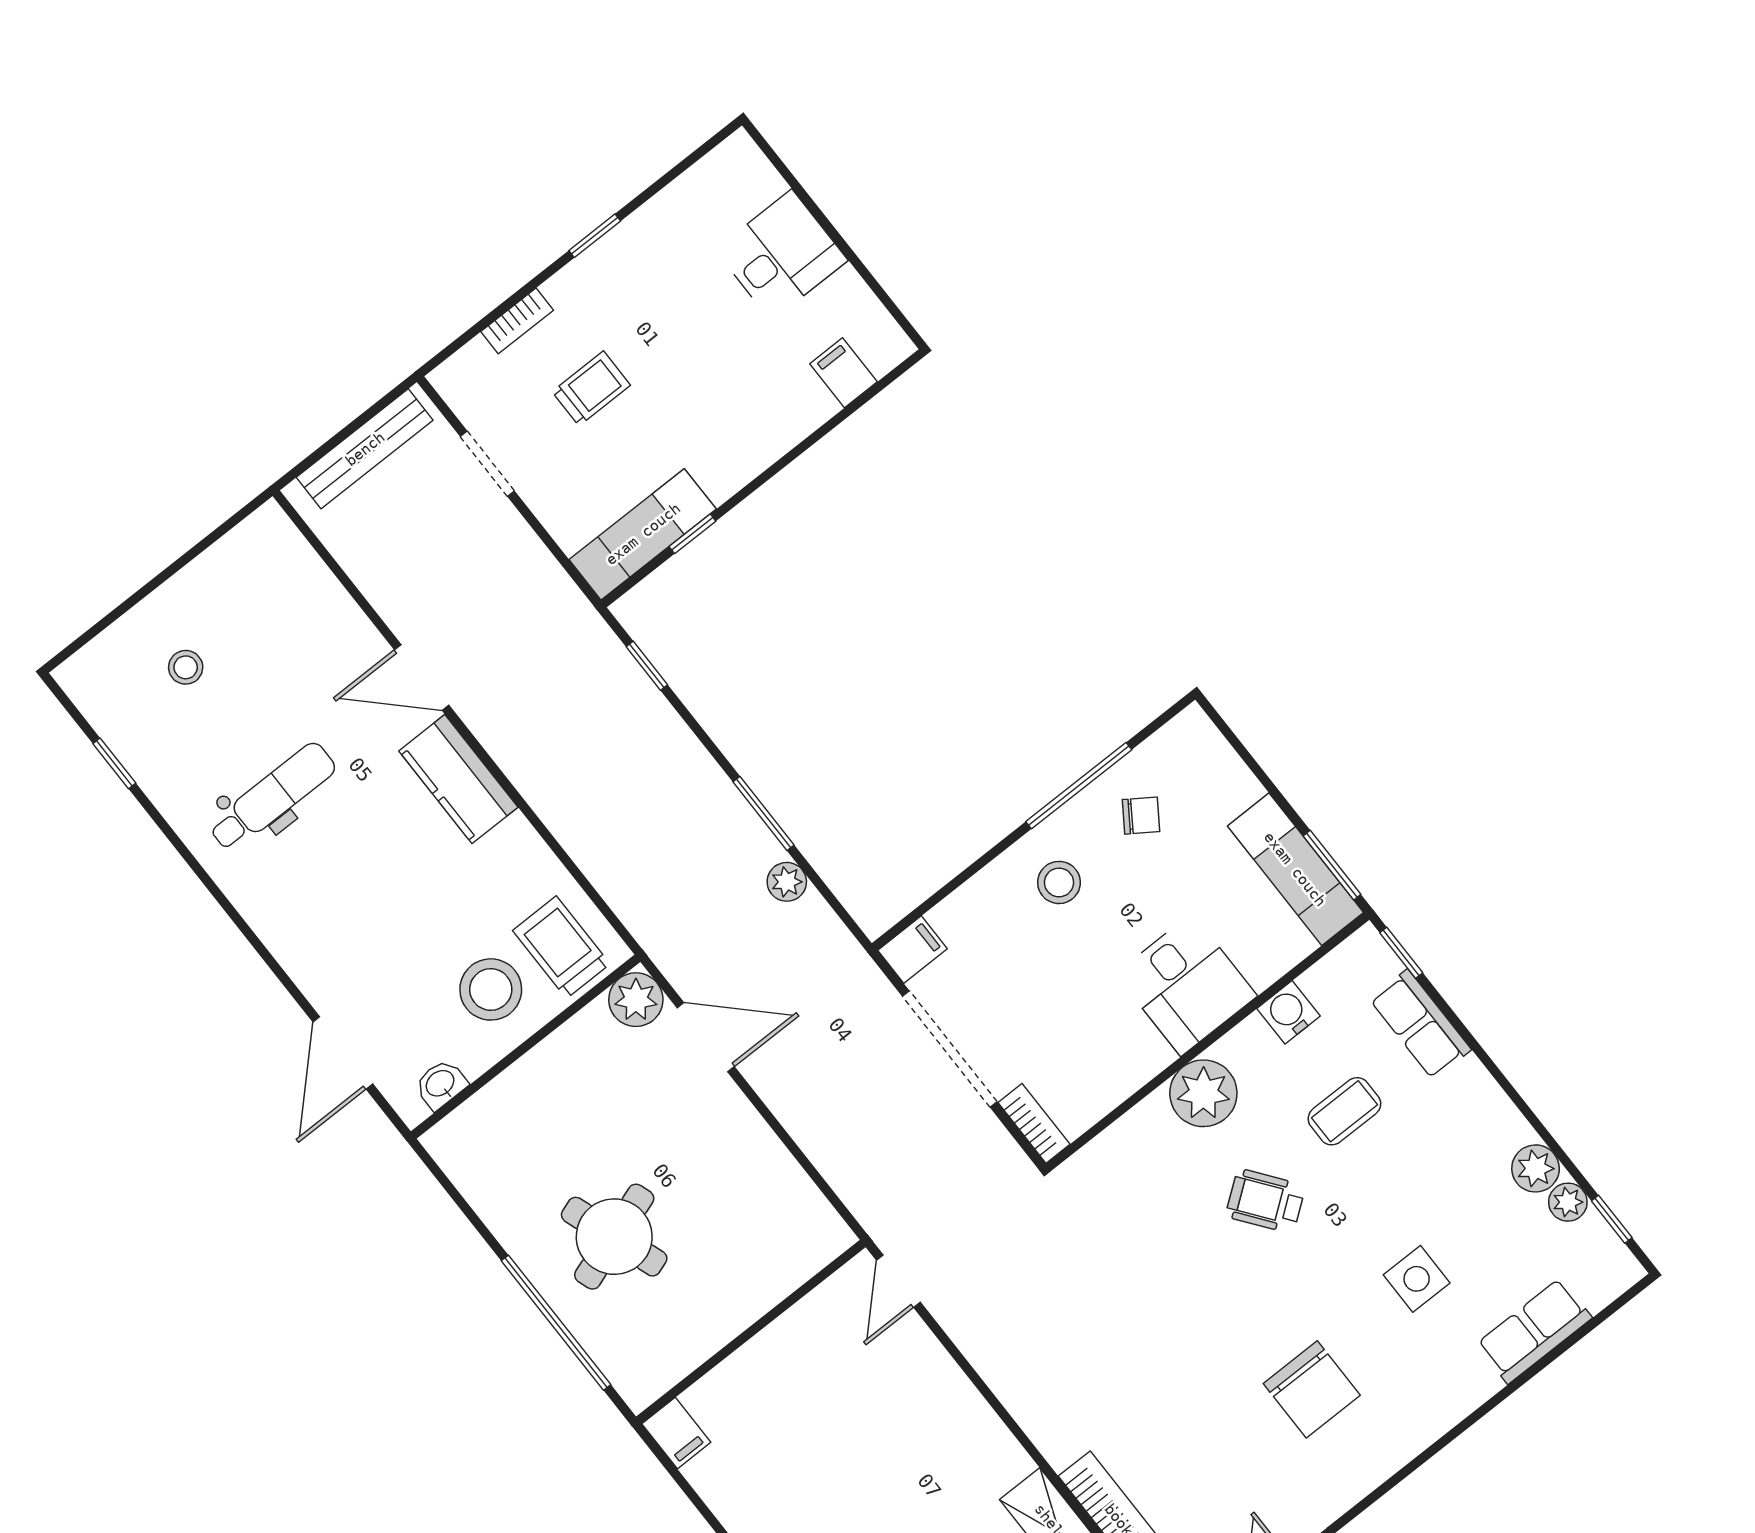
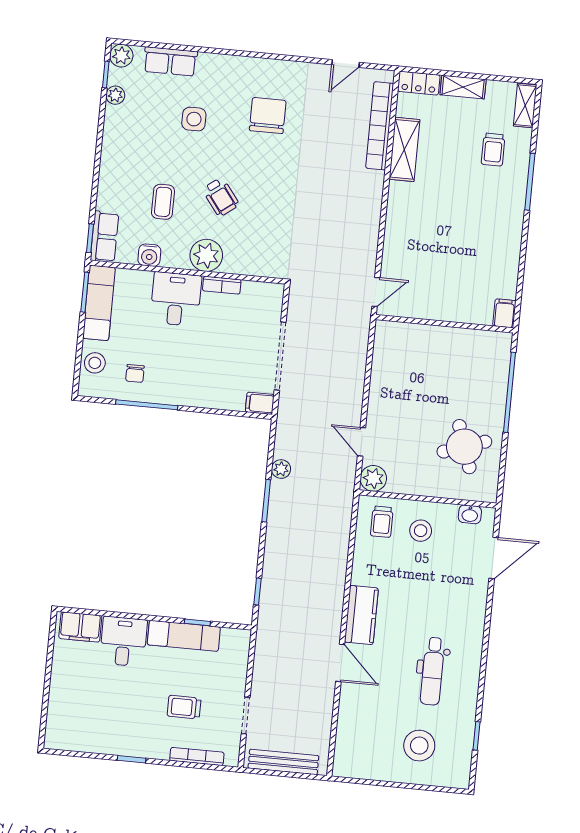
desk: (782, 255) -> (123, 641), moved, turned 90
bookcase: (517, 321) -> (197, 756), width x1.56
filing cabinet: (844, 373) -> (80, 627), width x2.00
exam couch: (643, 534) -> (184, 636), moved
stool: (186, 667) -> (419, 746), width x1.89, depth x1.89
dental chair: (272, 797) -> (432, 671), turned -90
chair: (1141, 816) -> (135, 373), turned -124
stool: (1059, 882) -> (95, 363), moved
trolley: (561, 947) -> (382, 522), width x0.73, depth x0.72
stool: (491, 989) -> (421, 531), width x0.73, depth x0.73
row of seats: (1420, 1024) -> (104, 237), moved
door: (706, 1037) -> (361, 442), width x0.73
coffee table: (1344, 1111) -> (163, 202), turned 90
bookcase: (1034, 1123) -> (222, 285), moved, turned -90
plant: (1536, 1168) -> (121, 56), moved
round table: (614, 1237) -> (464, 447), moved

